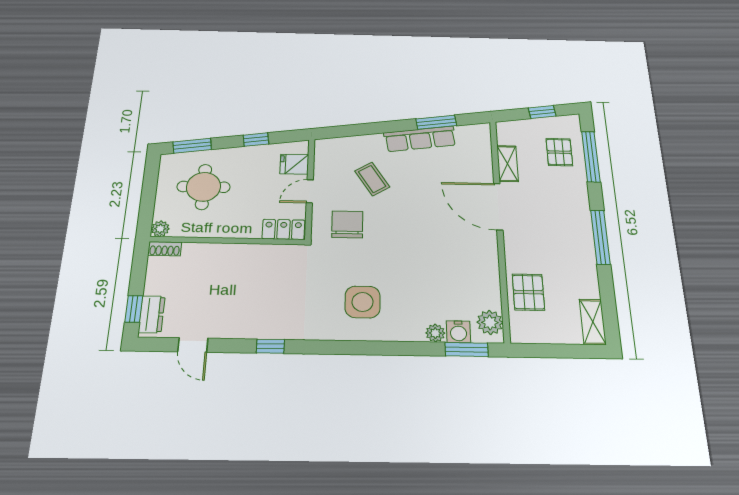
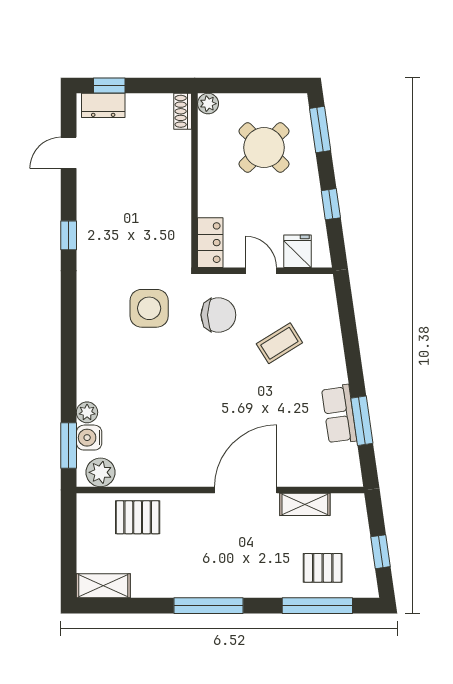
row of seats: (420, 139) -> (339, 414), width x0.68
round table: (204, 187) -> (264, 148), turned 45
side table: (363, 302) -> (149, 308), moved

